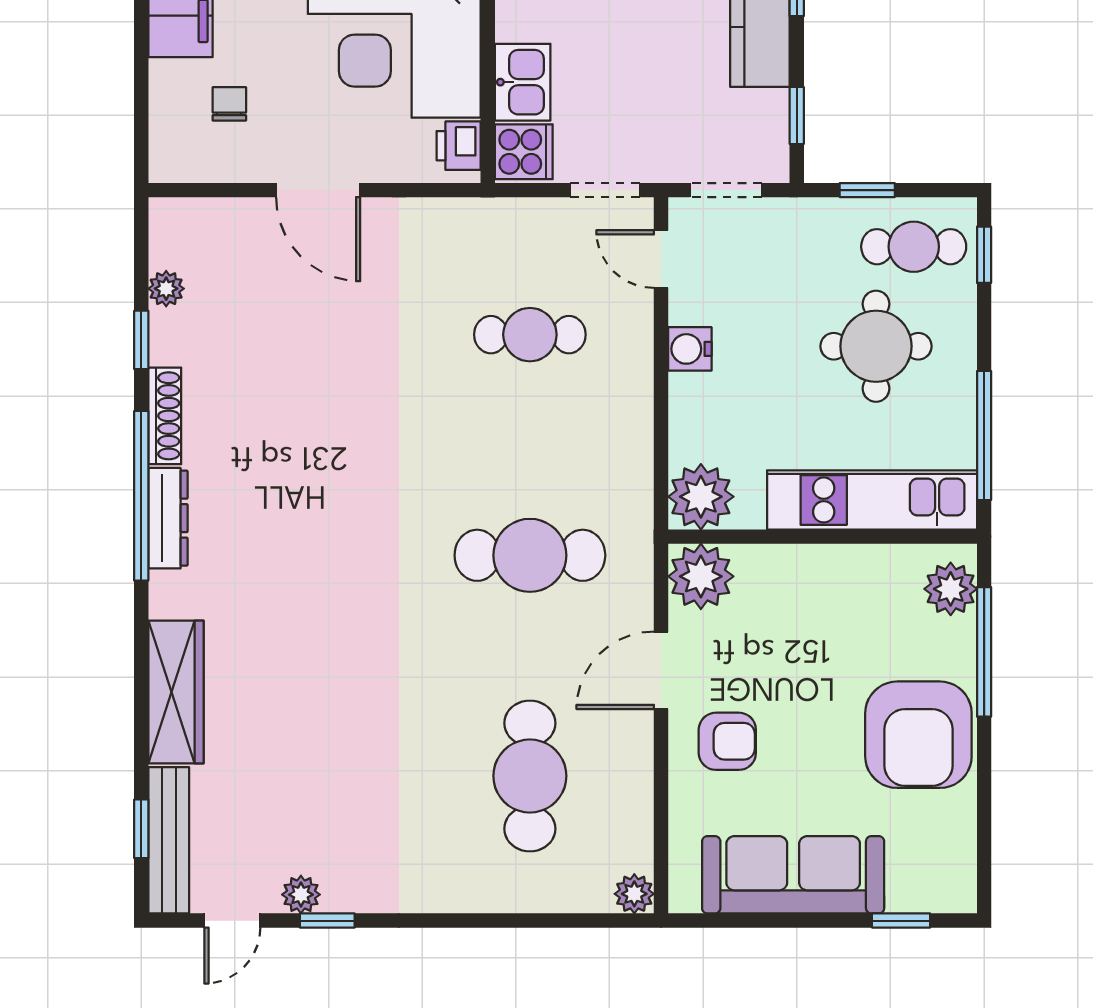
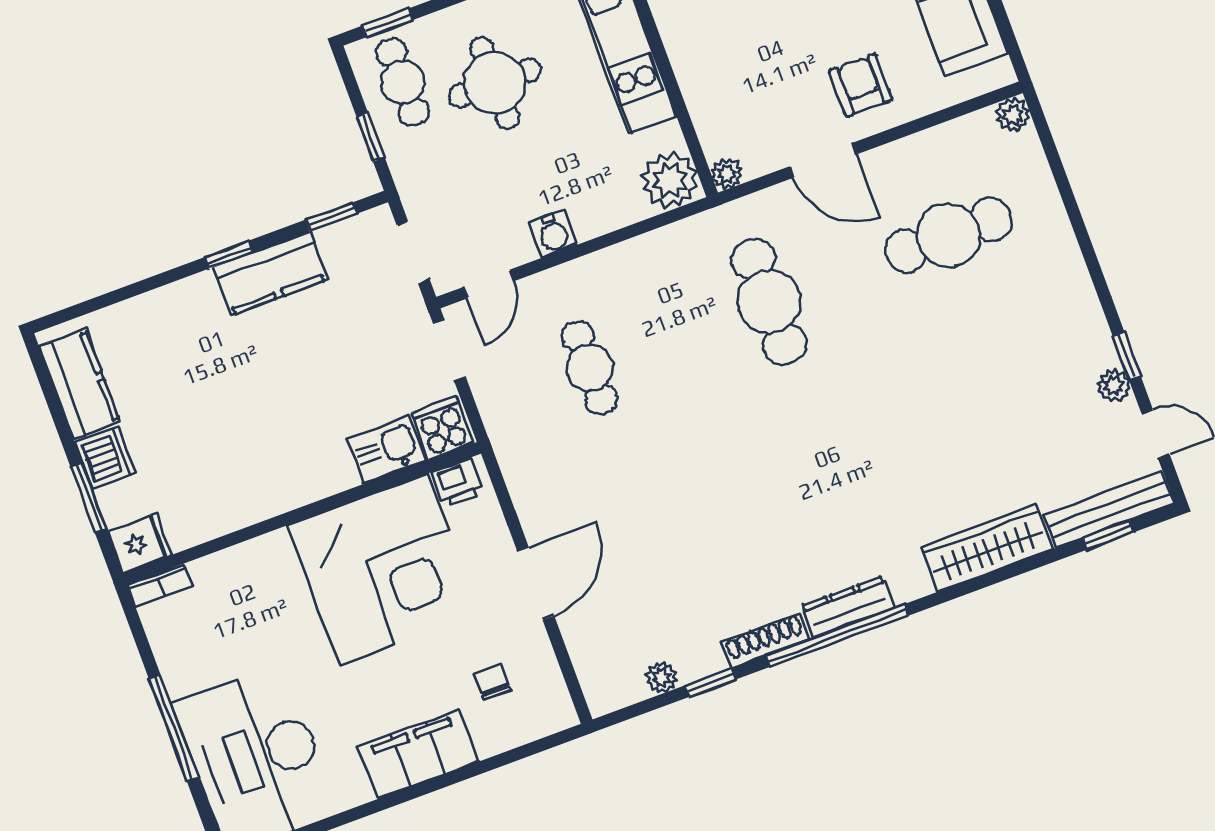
chair: (229, 104) -> (492, 682), turned 90
plant: (701, 576) -> (727, 173), width x0.53, depth x0.53

